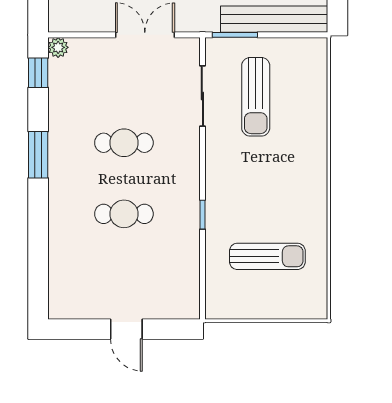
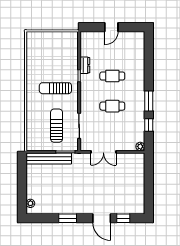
window: (38, 73) -> (149, 125), moved
dresser: (189, 239) -> (85, 65), added
sun lounger: (267, 256) -> (55, 88), moved
door: (126, 329) -> (111, 27), swing flipped

